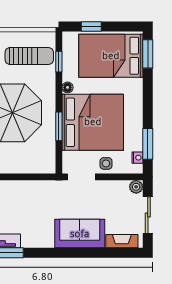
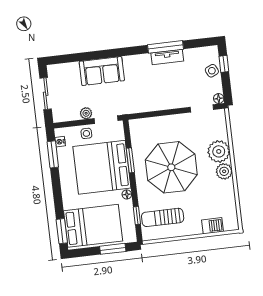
window: (91, 26) -> (113, 249), width x1.50
plant: (136, 187) -> (86, 113), moved
fireplace: (122, 241) -> (65, 69), removed

